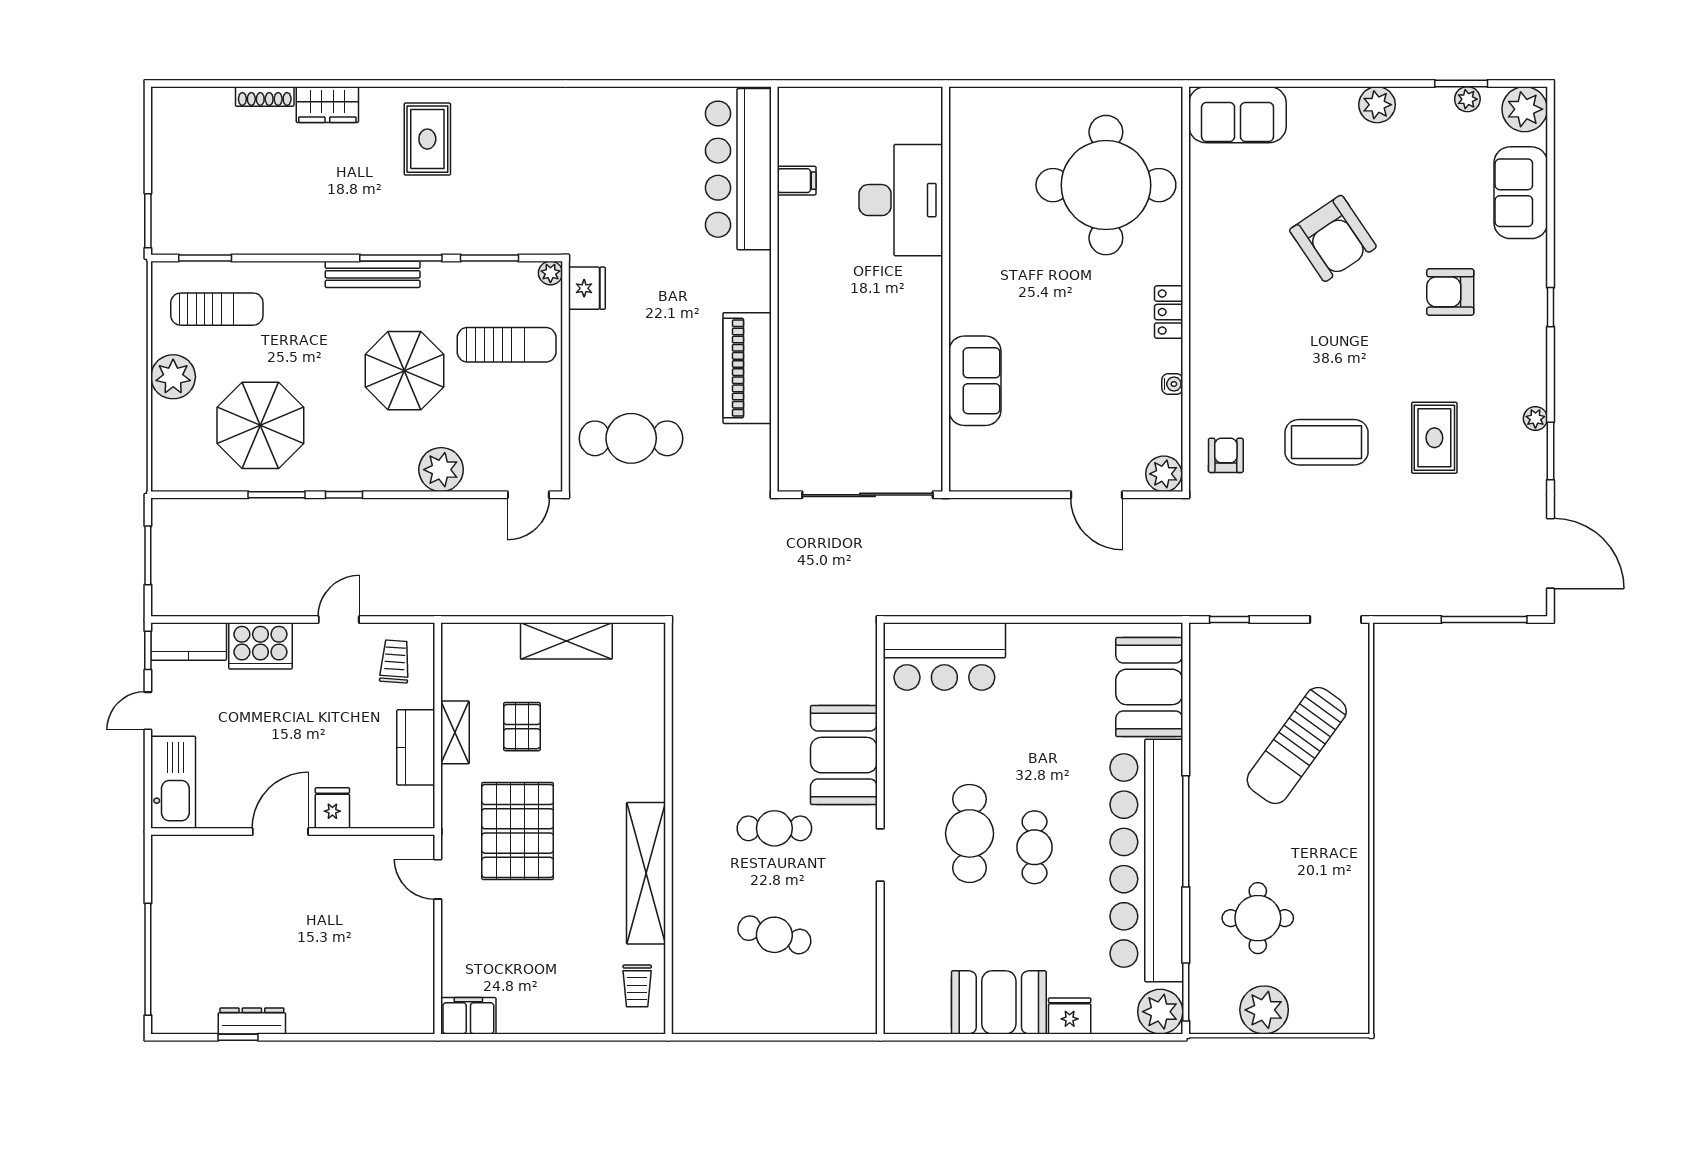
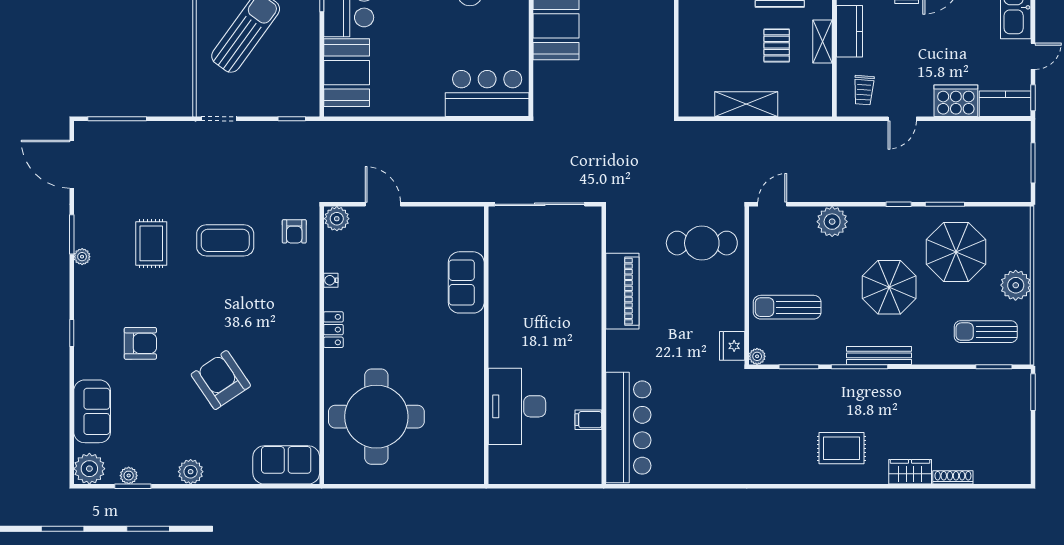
rug: (427, 139) -> (841, 448), turned 90
parasol: (404, 371) -> (889, 287), moved

